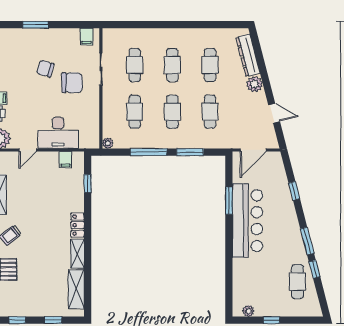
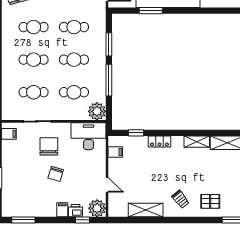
chair: (45, 69) -> (56, 174), moved
desk: (58, 133) -> (88, 136), moved, turned -90
plant: (108, 143) -> (97, 111), width x1.87, depth x1.87
locker: (78, 225) -> (159, 142), moved

